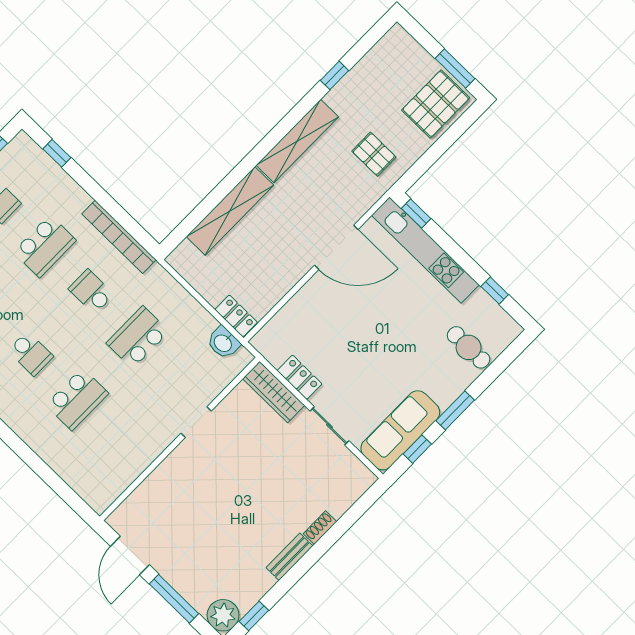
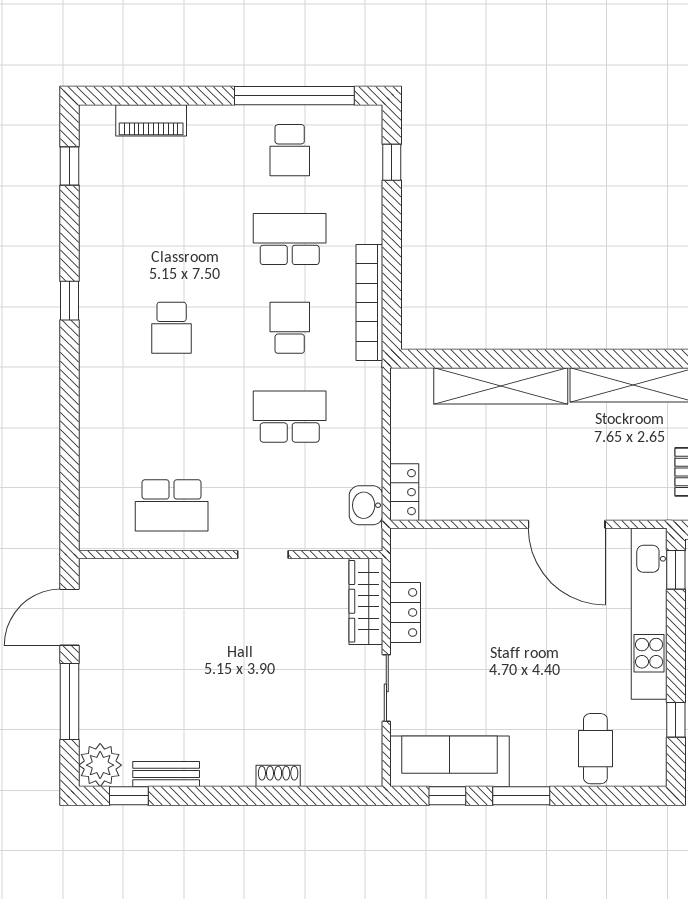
school desk: (45, 246) -> (290, 239), turned 180
school desk: (77, 399) -> (172, 505), moved
bench: (289, 557) -> (166, 774), moved

